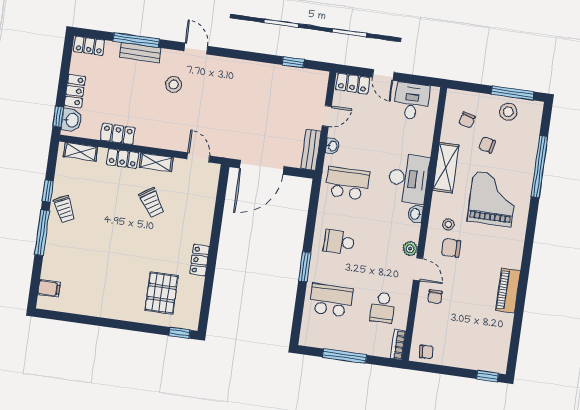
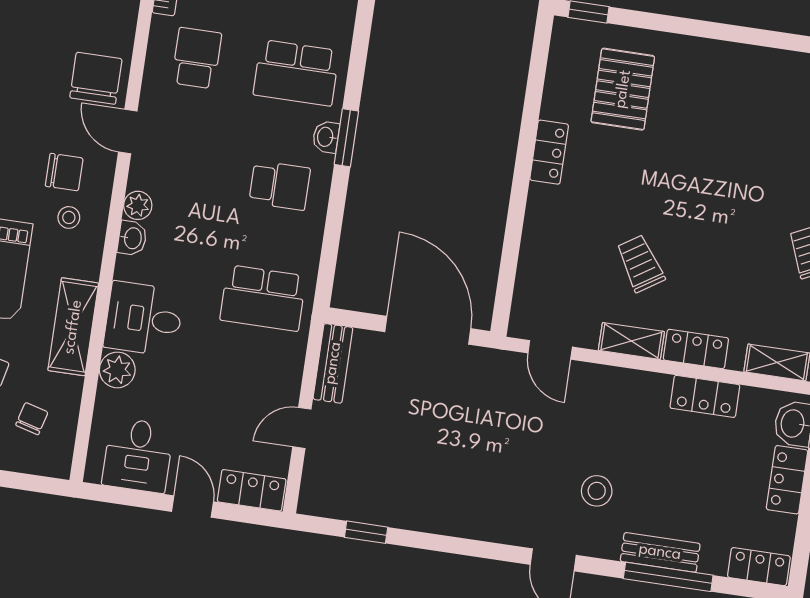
plant: (423, 145) -> (117, 370), added
washbasin: (332, 146) -> (326, 137), moved
door: (262, 167) -> (428, 330), hinge flipped
desk: (408, 179) -> (144, 319), width x0.73
plant: (410, 249) -> (138, 205), moved
chair: (435, 297) -> (96, 78), width x1.87, depth x1.87

